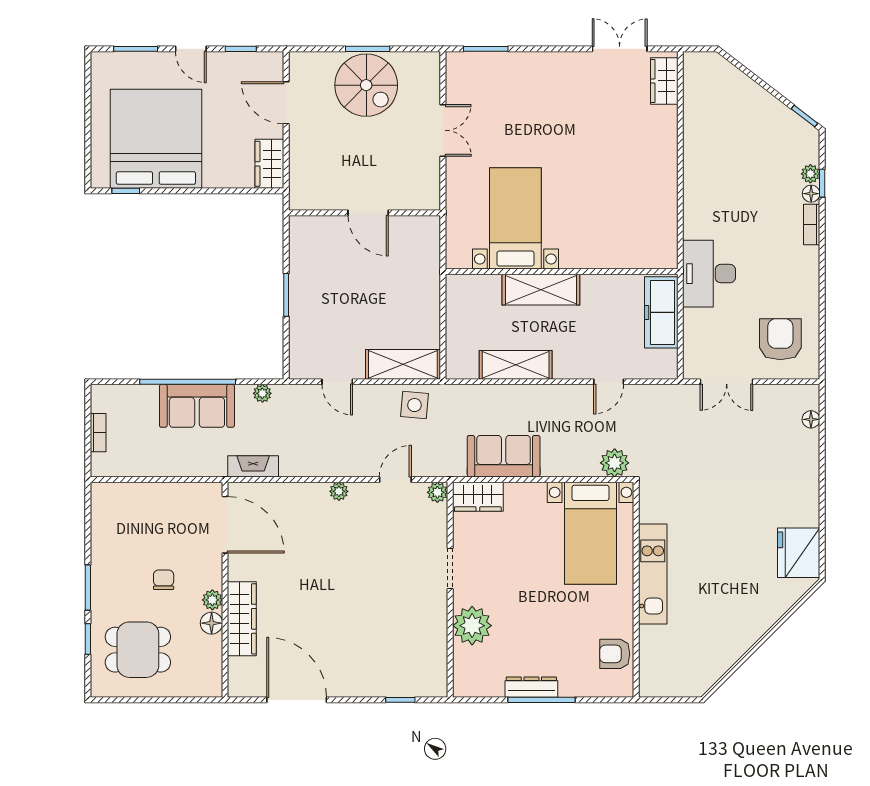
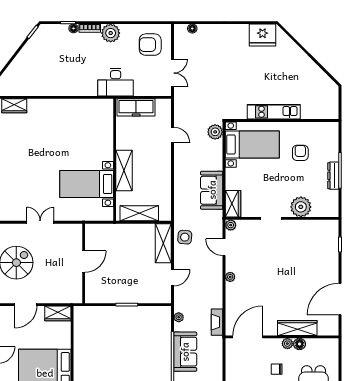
plant: (810, 174) -> (111, 33), moved, width x1.88, depth x1.88
shelving: (516, 365) -> (139, 213), moved, turned 90
armchair: (615, 654) -> (300, 153), moved, turned 180

